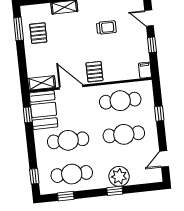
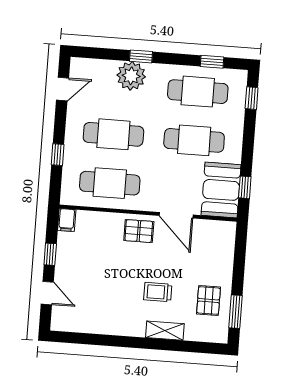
trolley: (106, 27) -> (158, 292), moved
pallet: (94, 72) -> (139, 231), turned 90
shelving: (42, 83) -> (217, 229), removed

